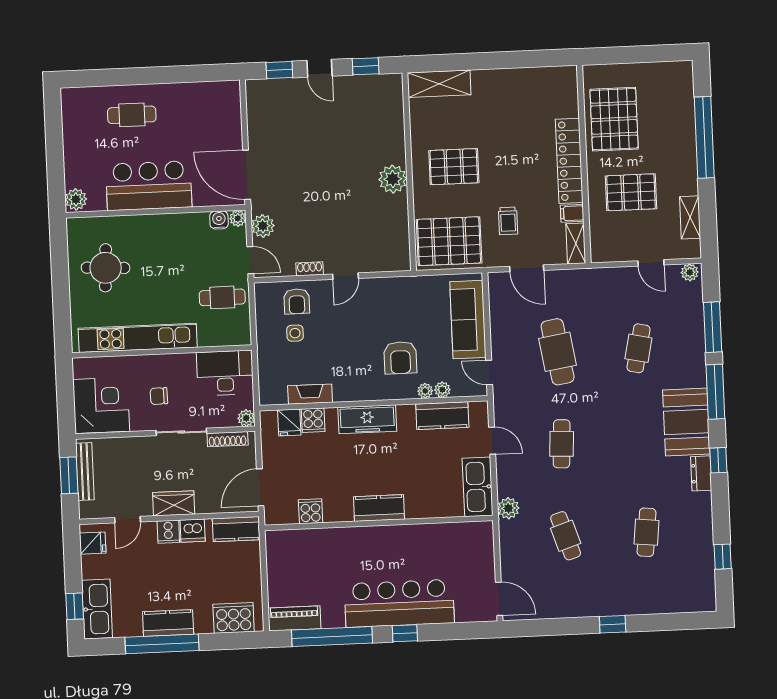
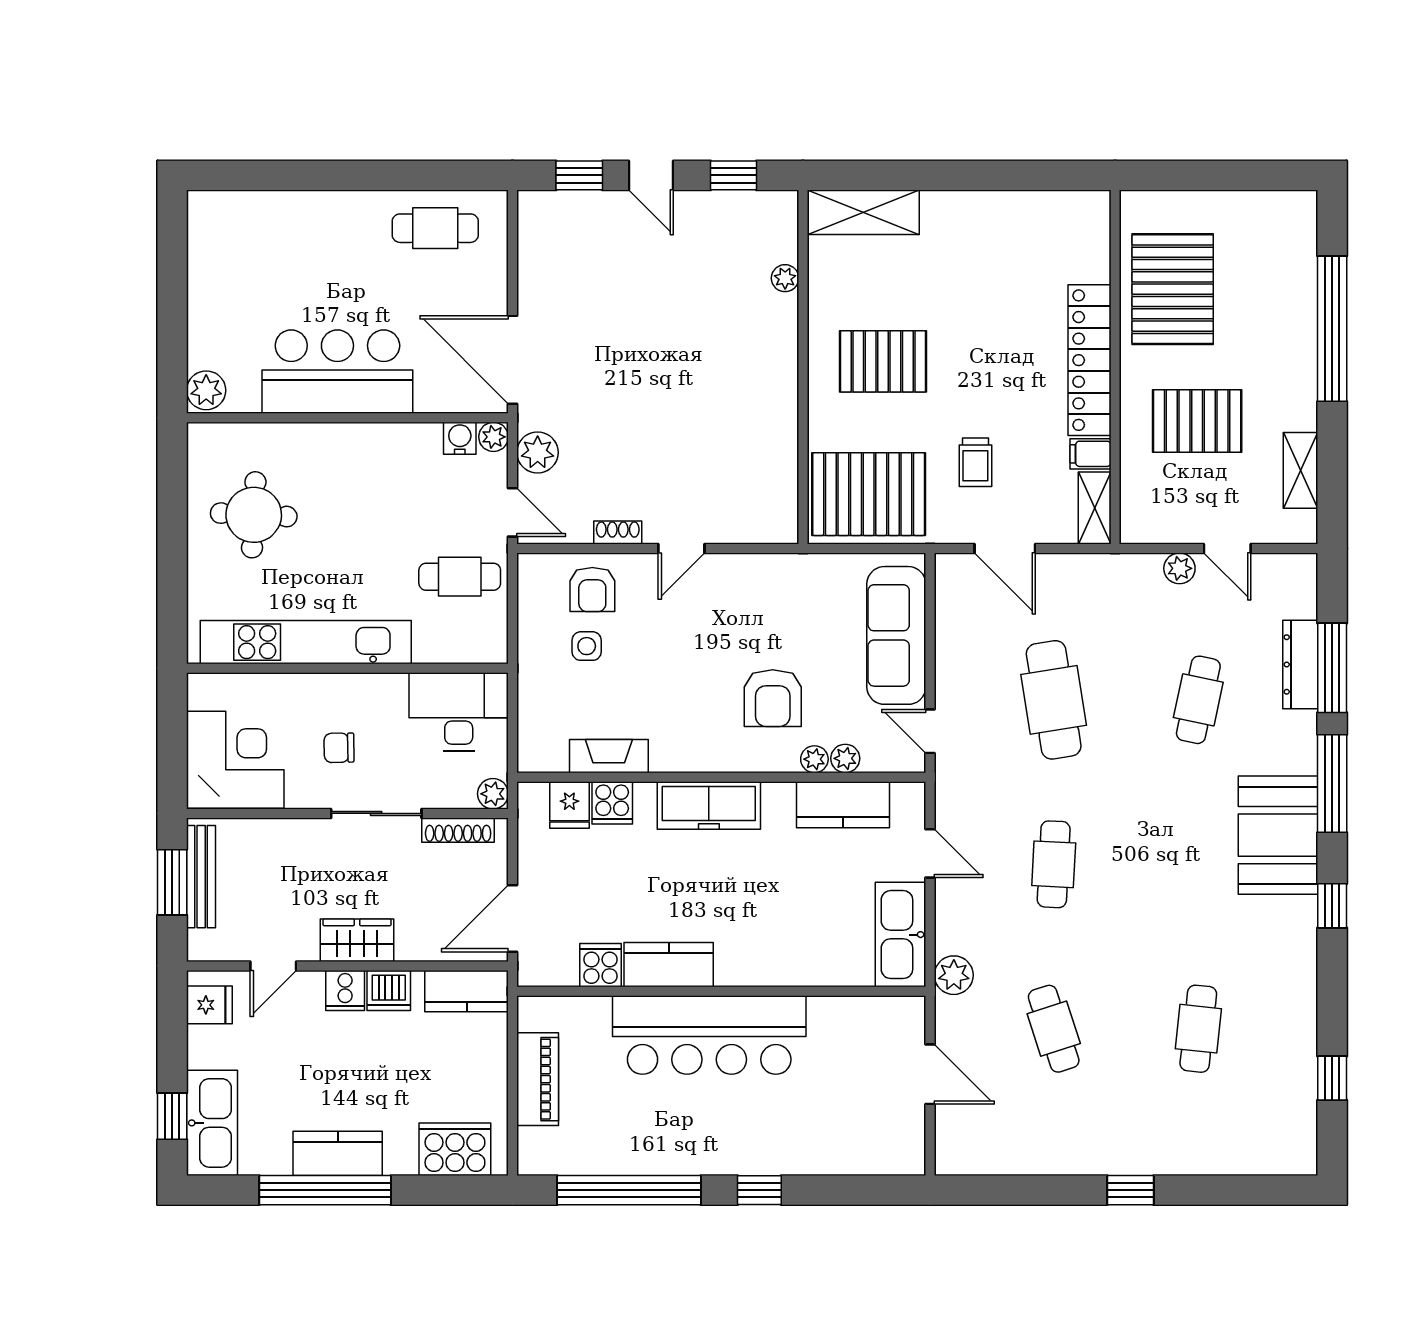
cafe table: (132, 115) -> (435, 228), moved
plant: (393, 179) -> (785, 278), moved, width x0.53, depth x0.53
plant: (690, 272) -> (1179, 568), moved
dresser: (701, 473) -> (1300, 664), moved, width x1.44
kitchen counter: (379, 508) -> (669, 965), moved
door: (499, 599) -> (930, 1074), moved
bar counter: (399, 603) -> (709, 1035), moved, turned 180
piano: (294, 618) -> (538, 1079), moved, turned 90

